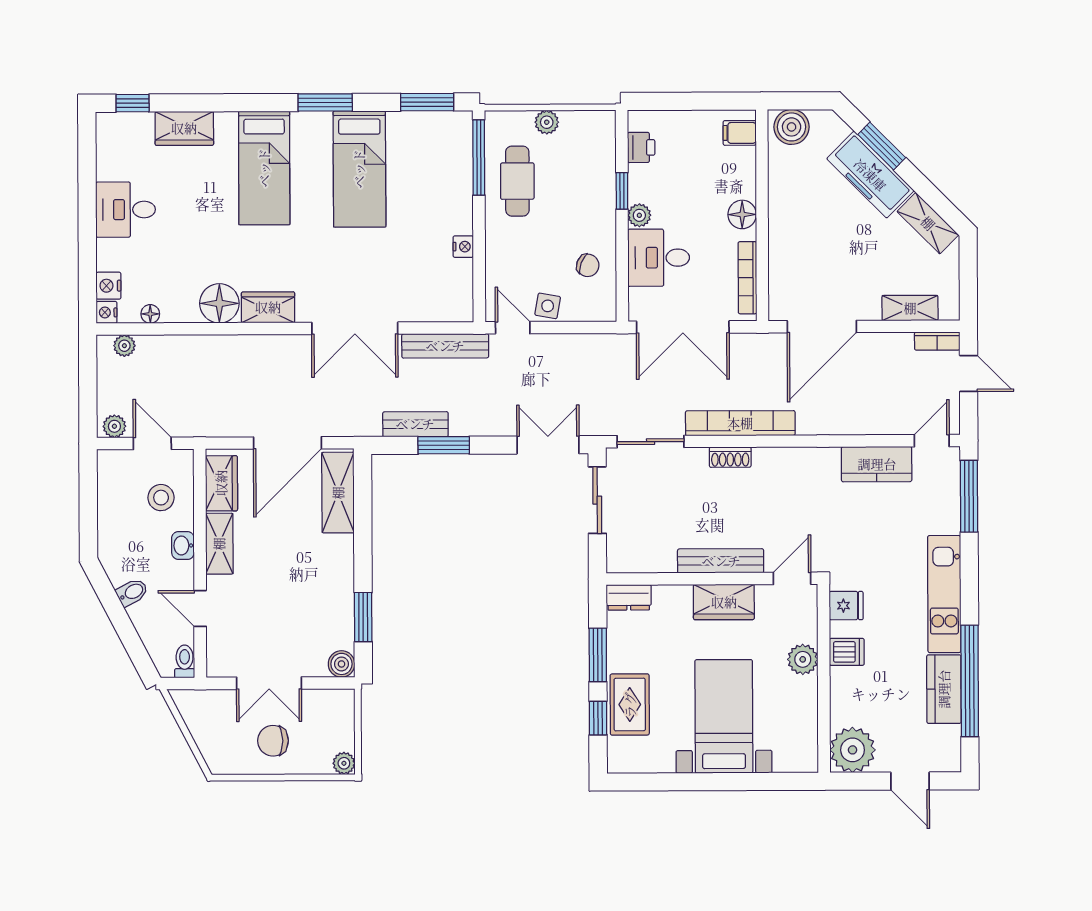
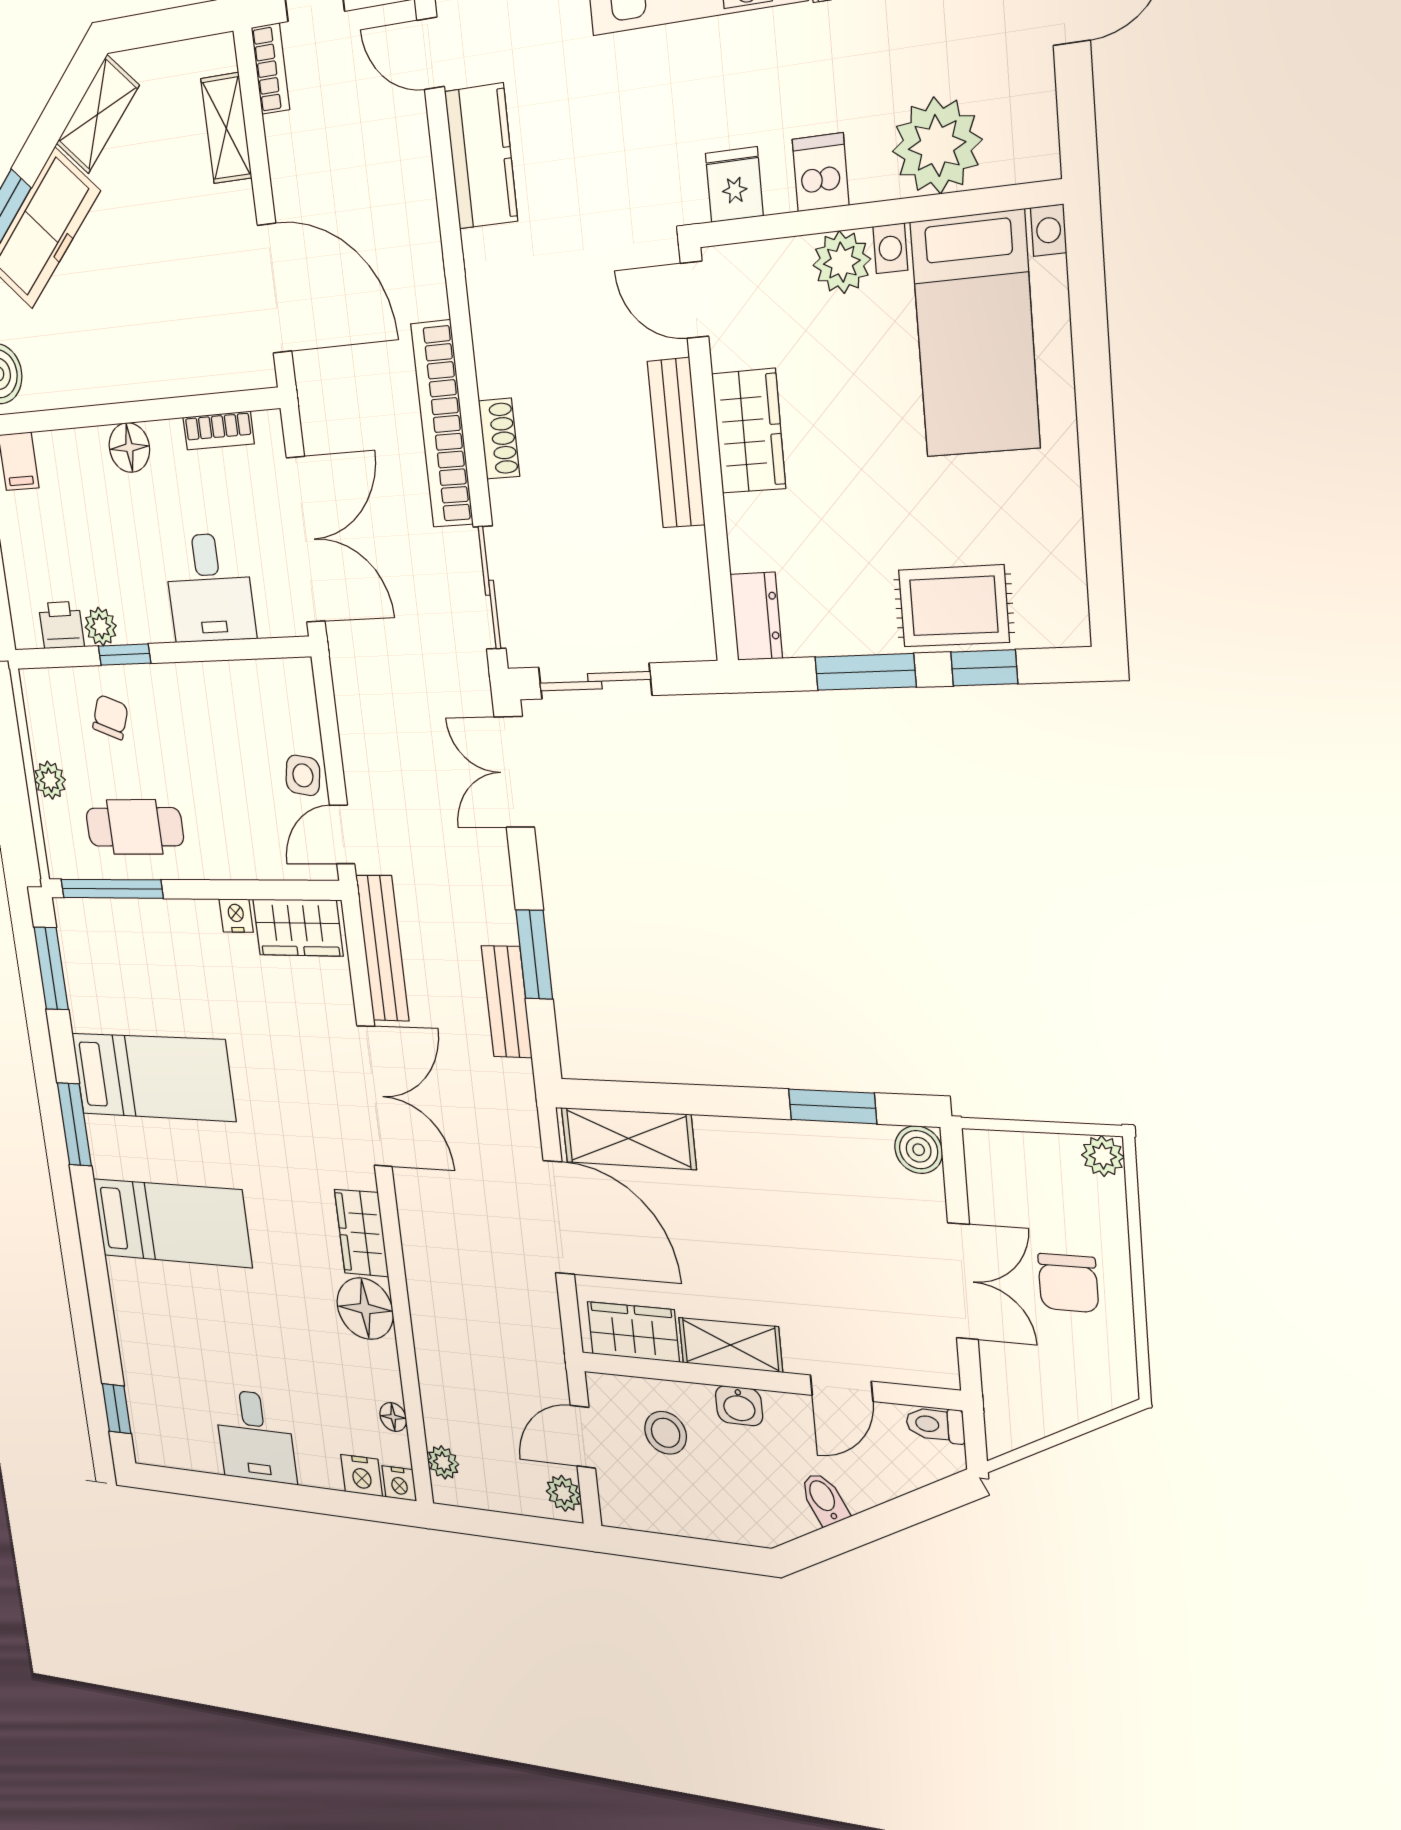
wardrobe: (184, 128) -> (298, 928), moved, turned 90
plant: (639, 215) -> (101, 627), moved
chair: (588, 265) -> (110, 717), moved
bookcase: (747, 278) -> (219, 431), width x0.64
bed with nightstands: (724, 716) -> (975, 335), moved, turned -90
plant: (853, 750) -> (937, 146), moved

